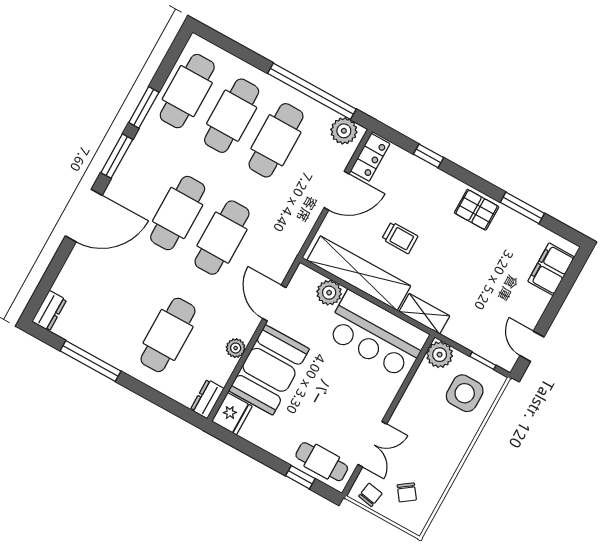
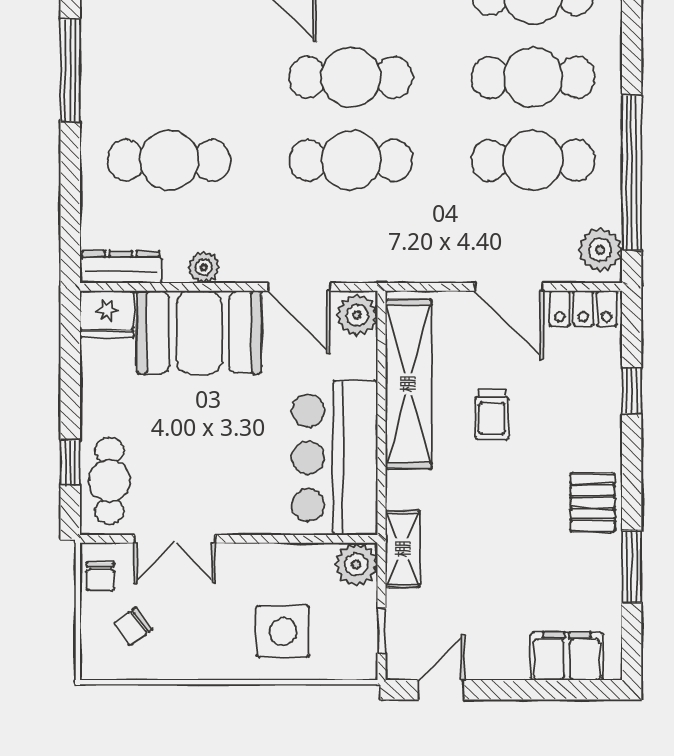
plant: (329, 293) -> (357, 315), moved
door: (274, 303) -> (299, 287), swing flipped
shelving: (424, 314) -> (403, 549), moved
side table: (465, 393) -> (283, 631), moved
dresser: (207, 399) -> (121, 267), width x1.44
chair: (370, 495) -> (101, 577), turned 80

